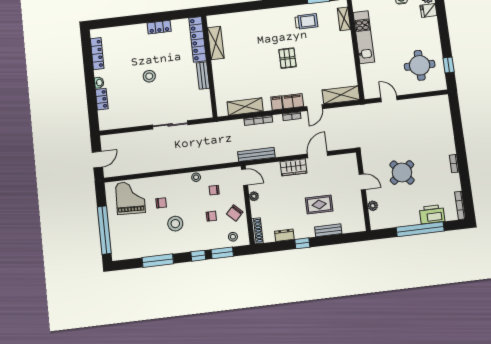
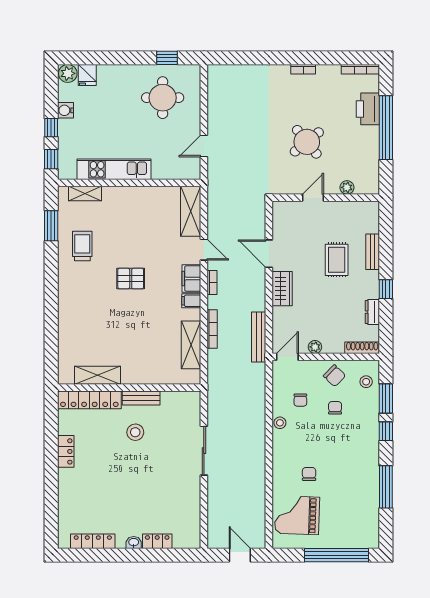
stool: (149, 76) -> (135, 432), moved
stool: (175, 224) -> (339, 458), removed

